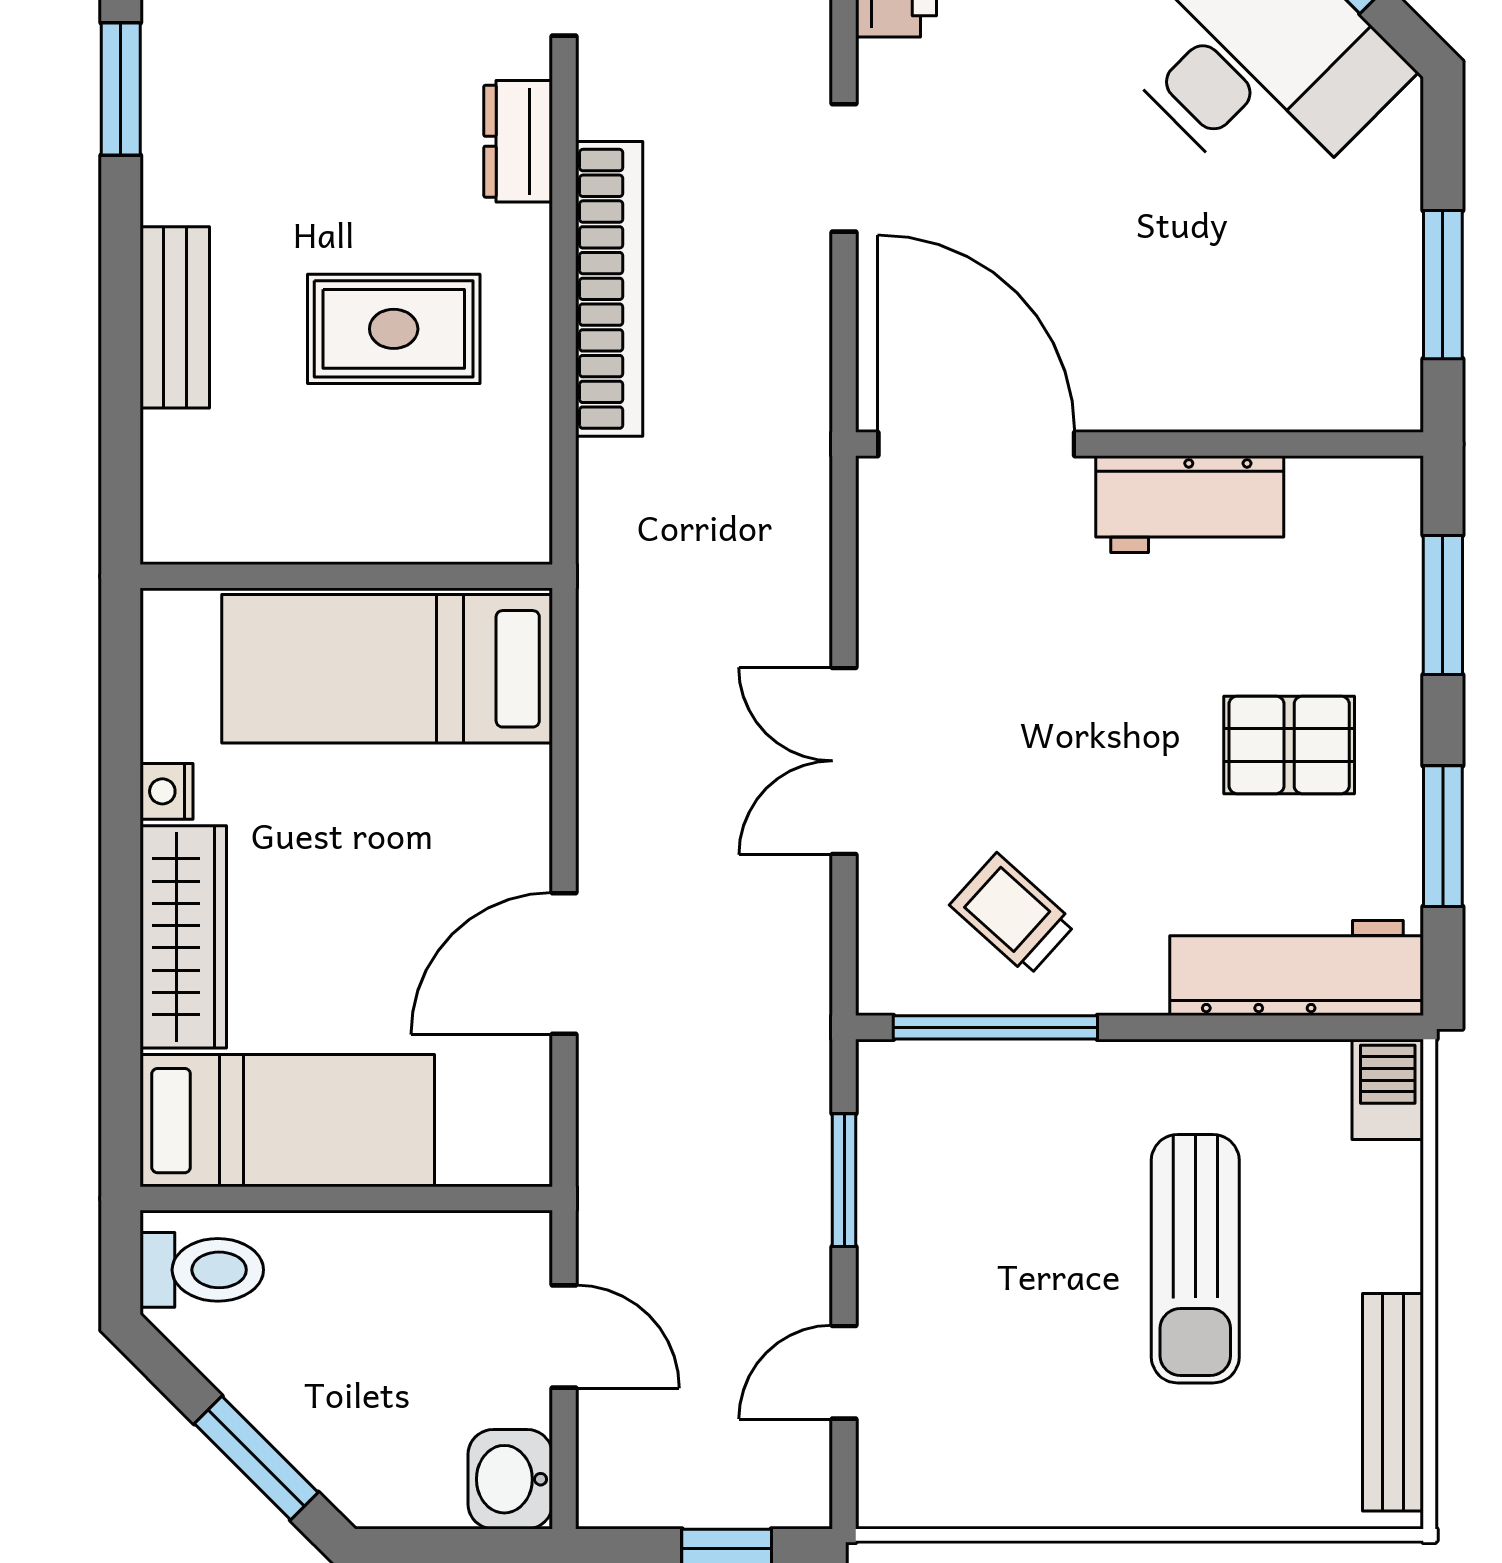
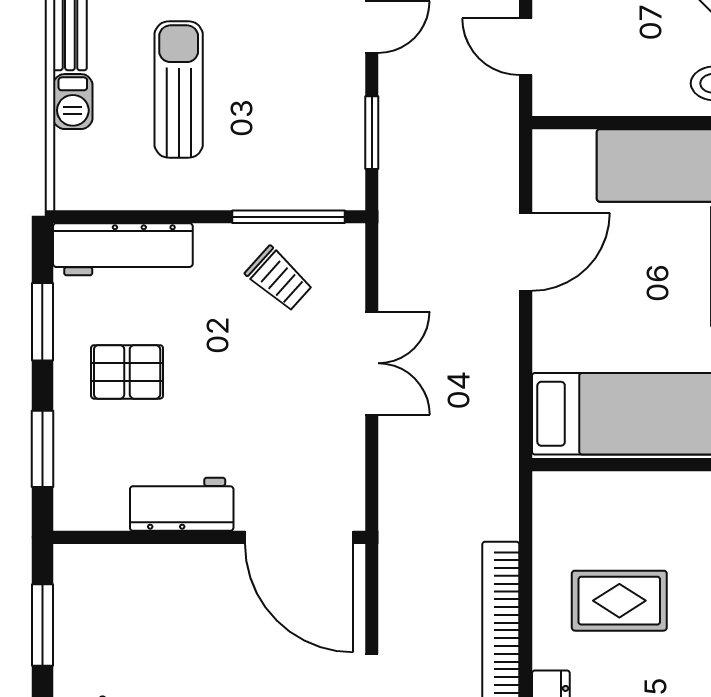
barbecue: (1388, 1089) -> (73, 102), moved

